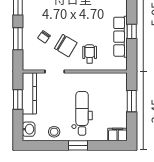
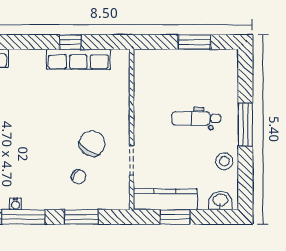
wheelchair: (90, 54) -> (105, 107), removed
window: (132, 101) -> (194, 42), moved
dental chair: (82, 113) -> (196, 118), width x0.73, depth x0.72
filing cabinet: (118, 134) -> (229, 64), removed
window: (78, 145) -> (245, 125), width x1.44

